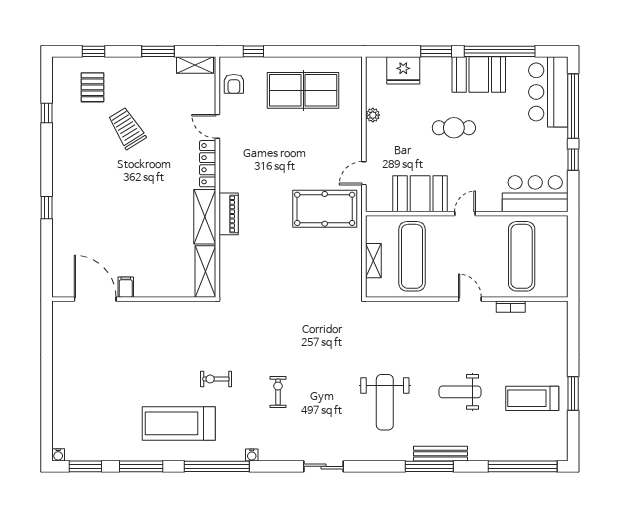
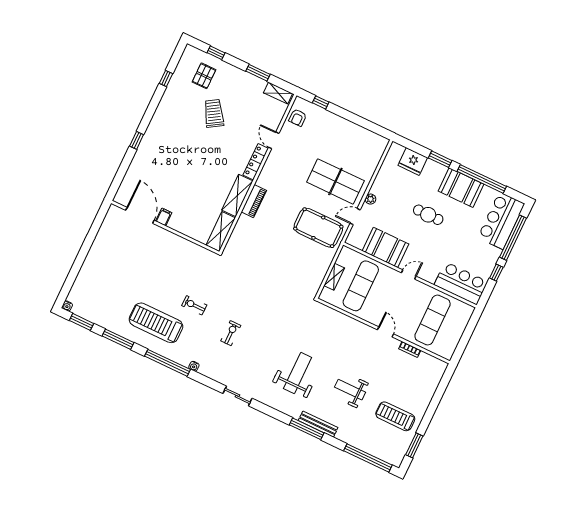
table tennis table: (303, 90) -> (335, 181), moved
plant: (373, 115) -> (370, 199), moved
window: (573, 394) -> (414, 445), moved
weight bench: (385, 402) -> (298, 373), turned 180

